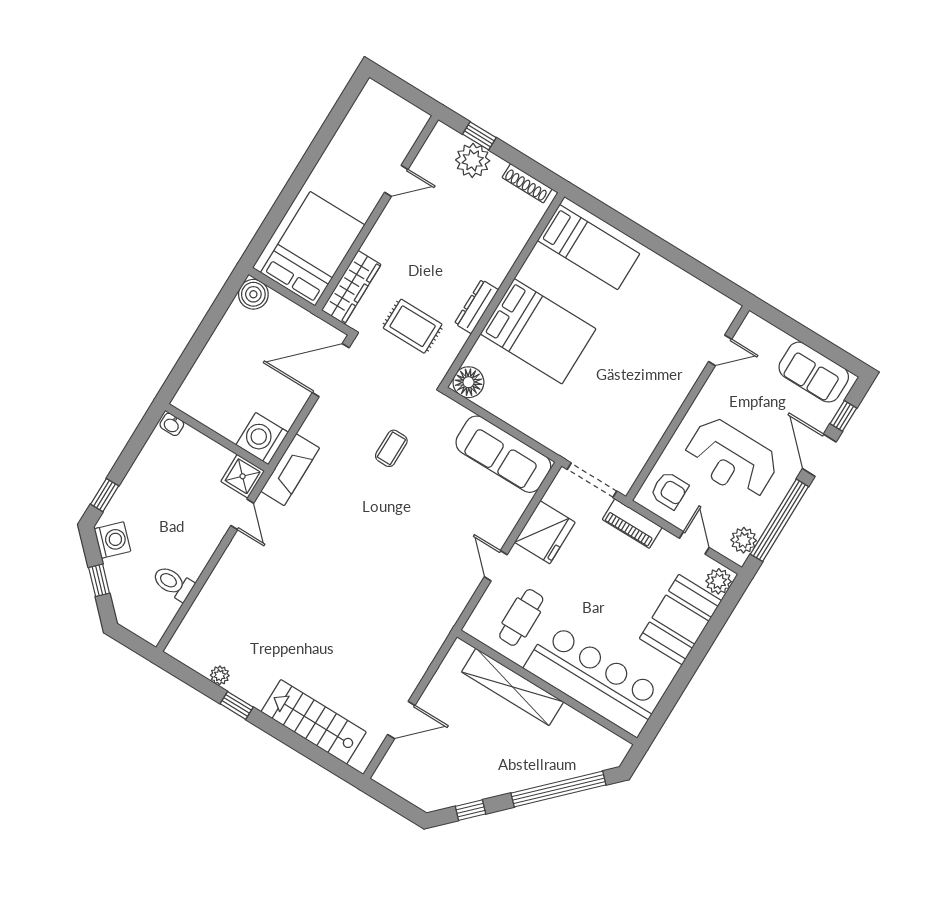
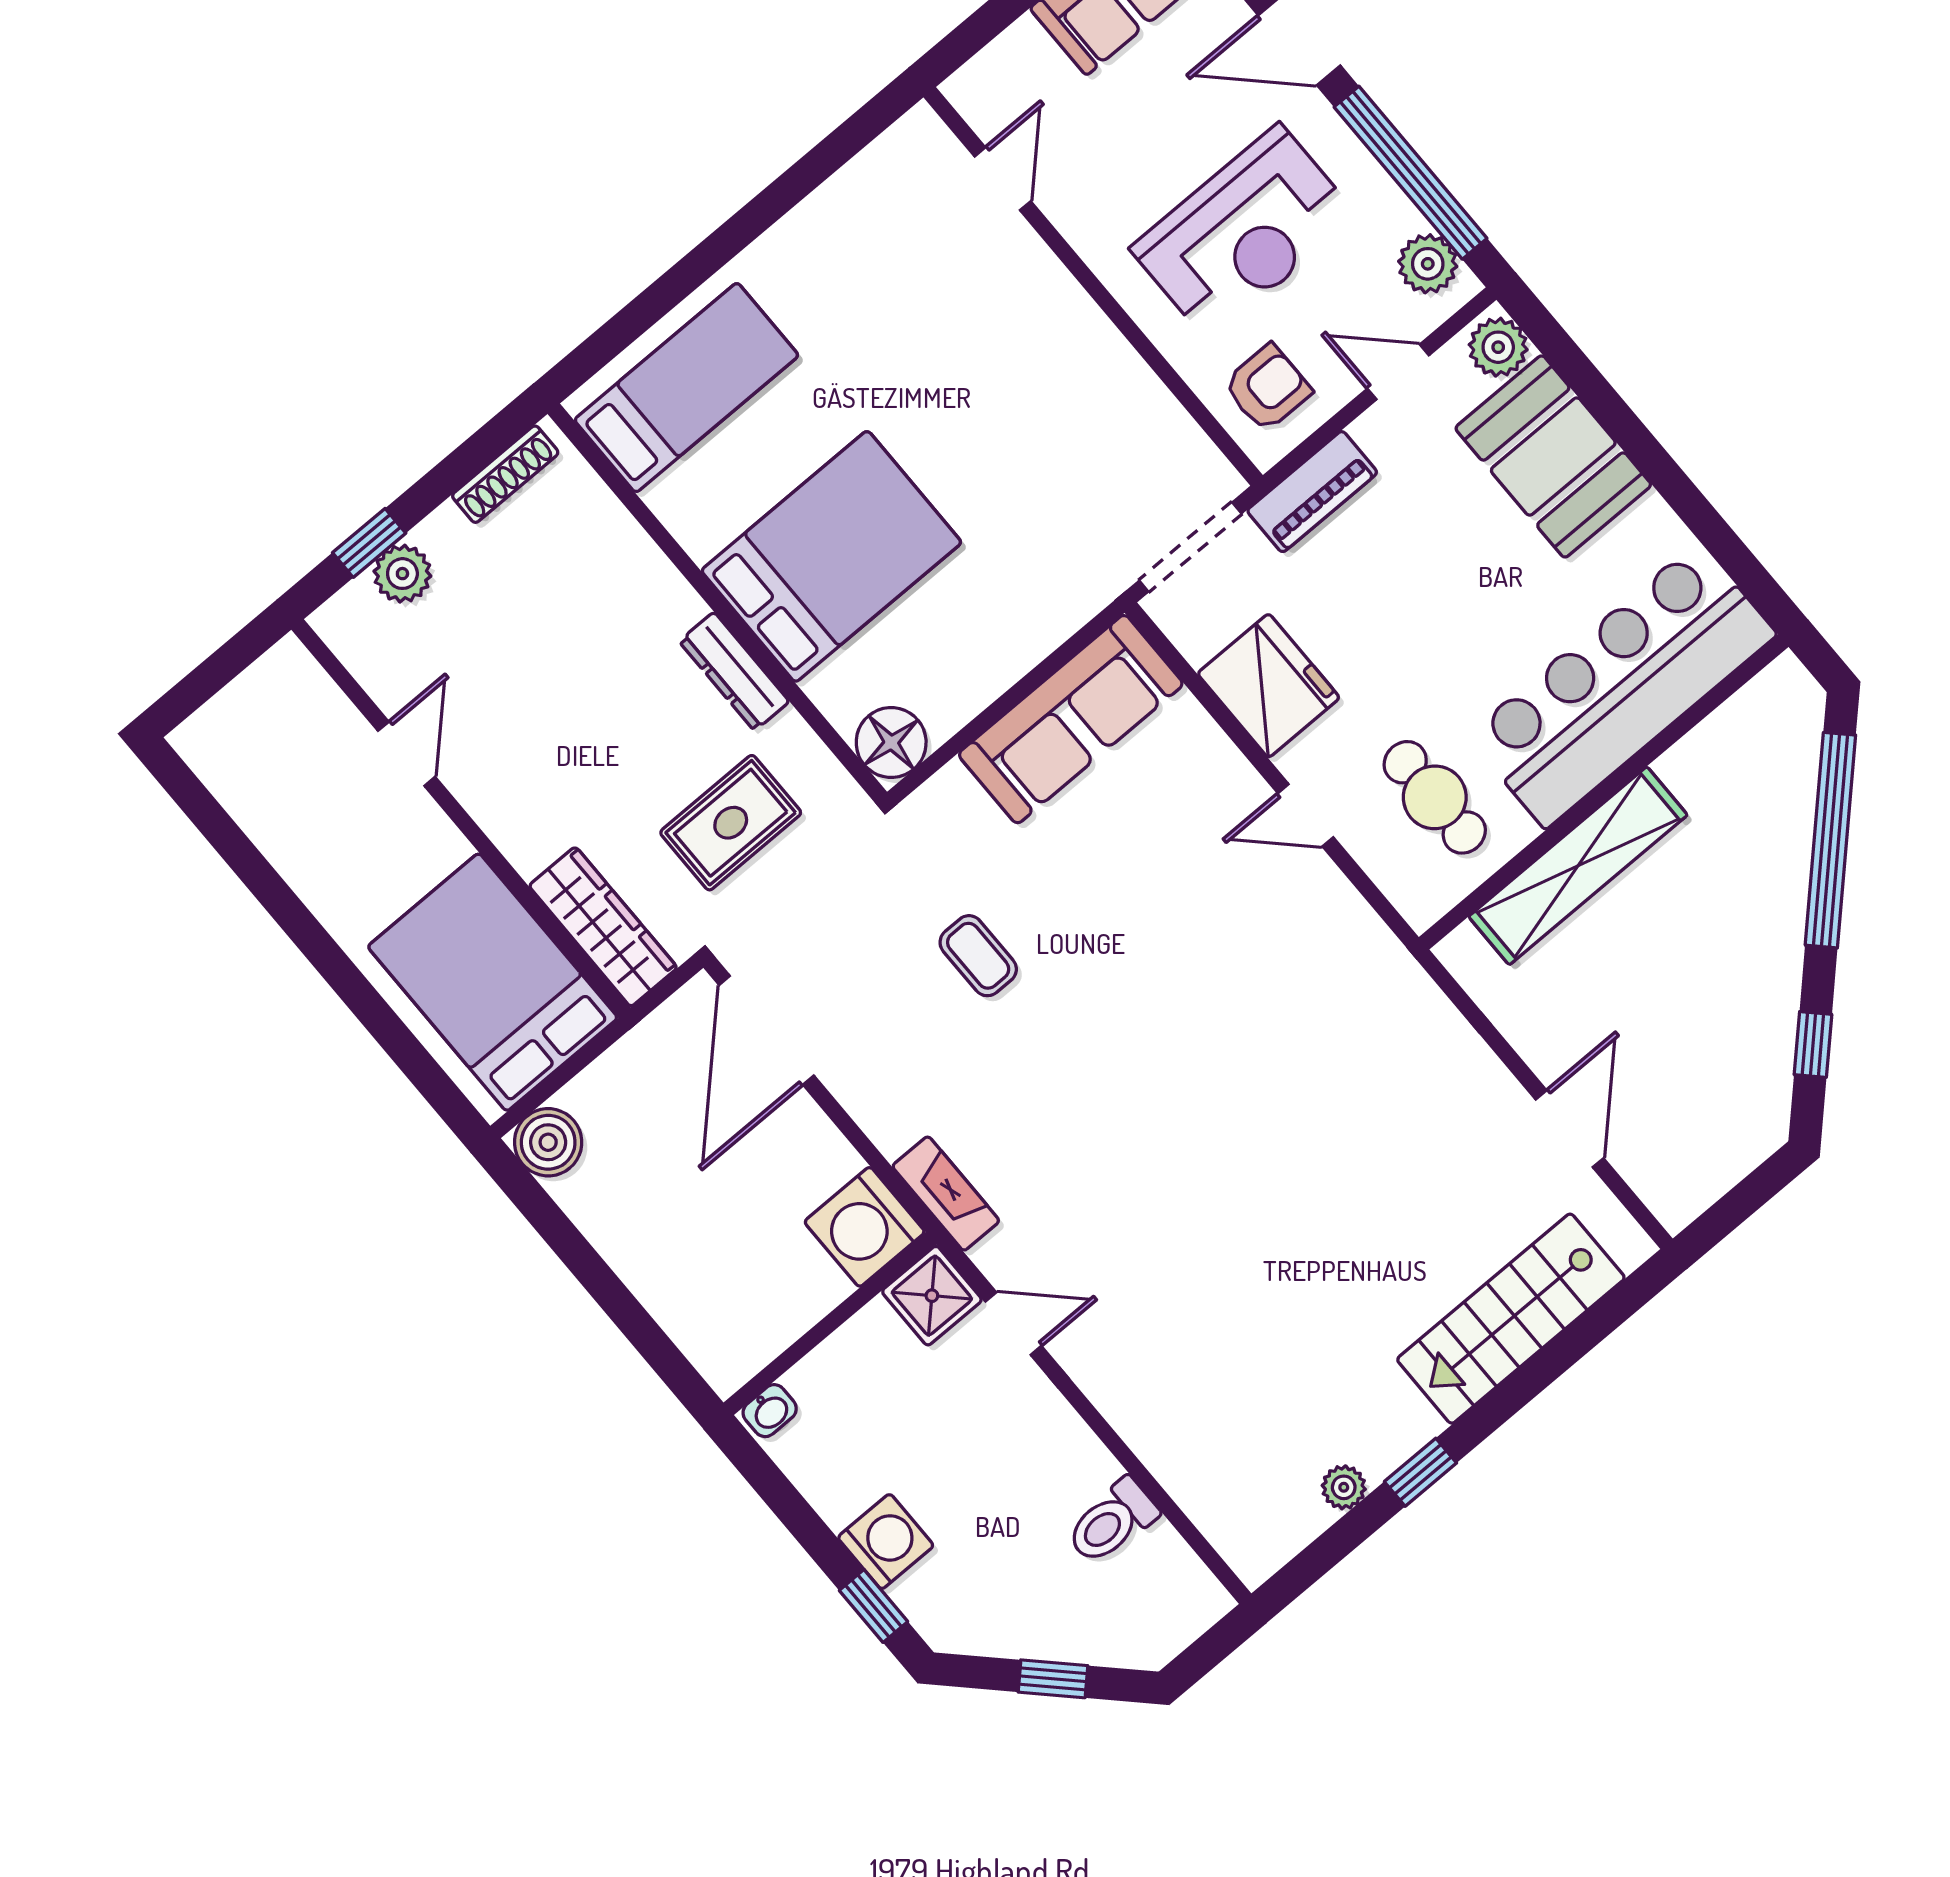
plant: (473, 160) -> (402, 574), width x0.73, depth x0.73
fireplace: (290, 470) -> (946, 1194), width x0.73, depth x0.76
washing machine: (112, 540) -> (886, 1542), moved, turned 45

